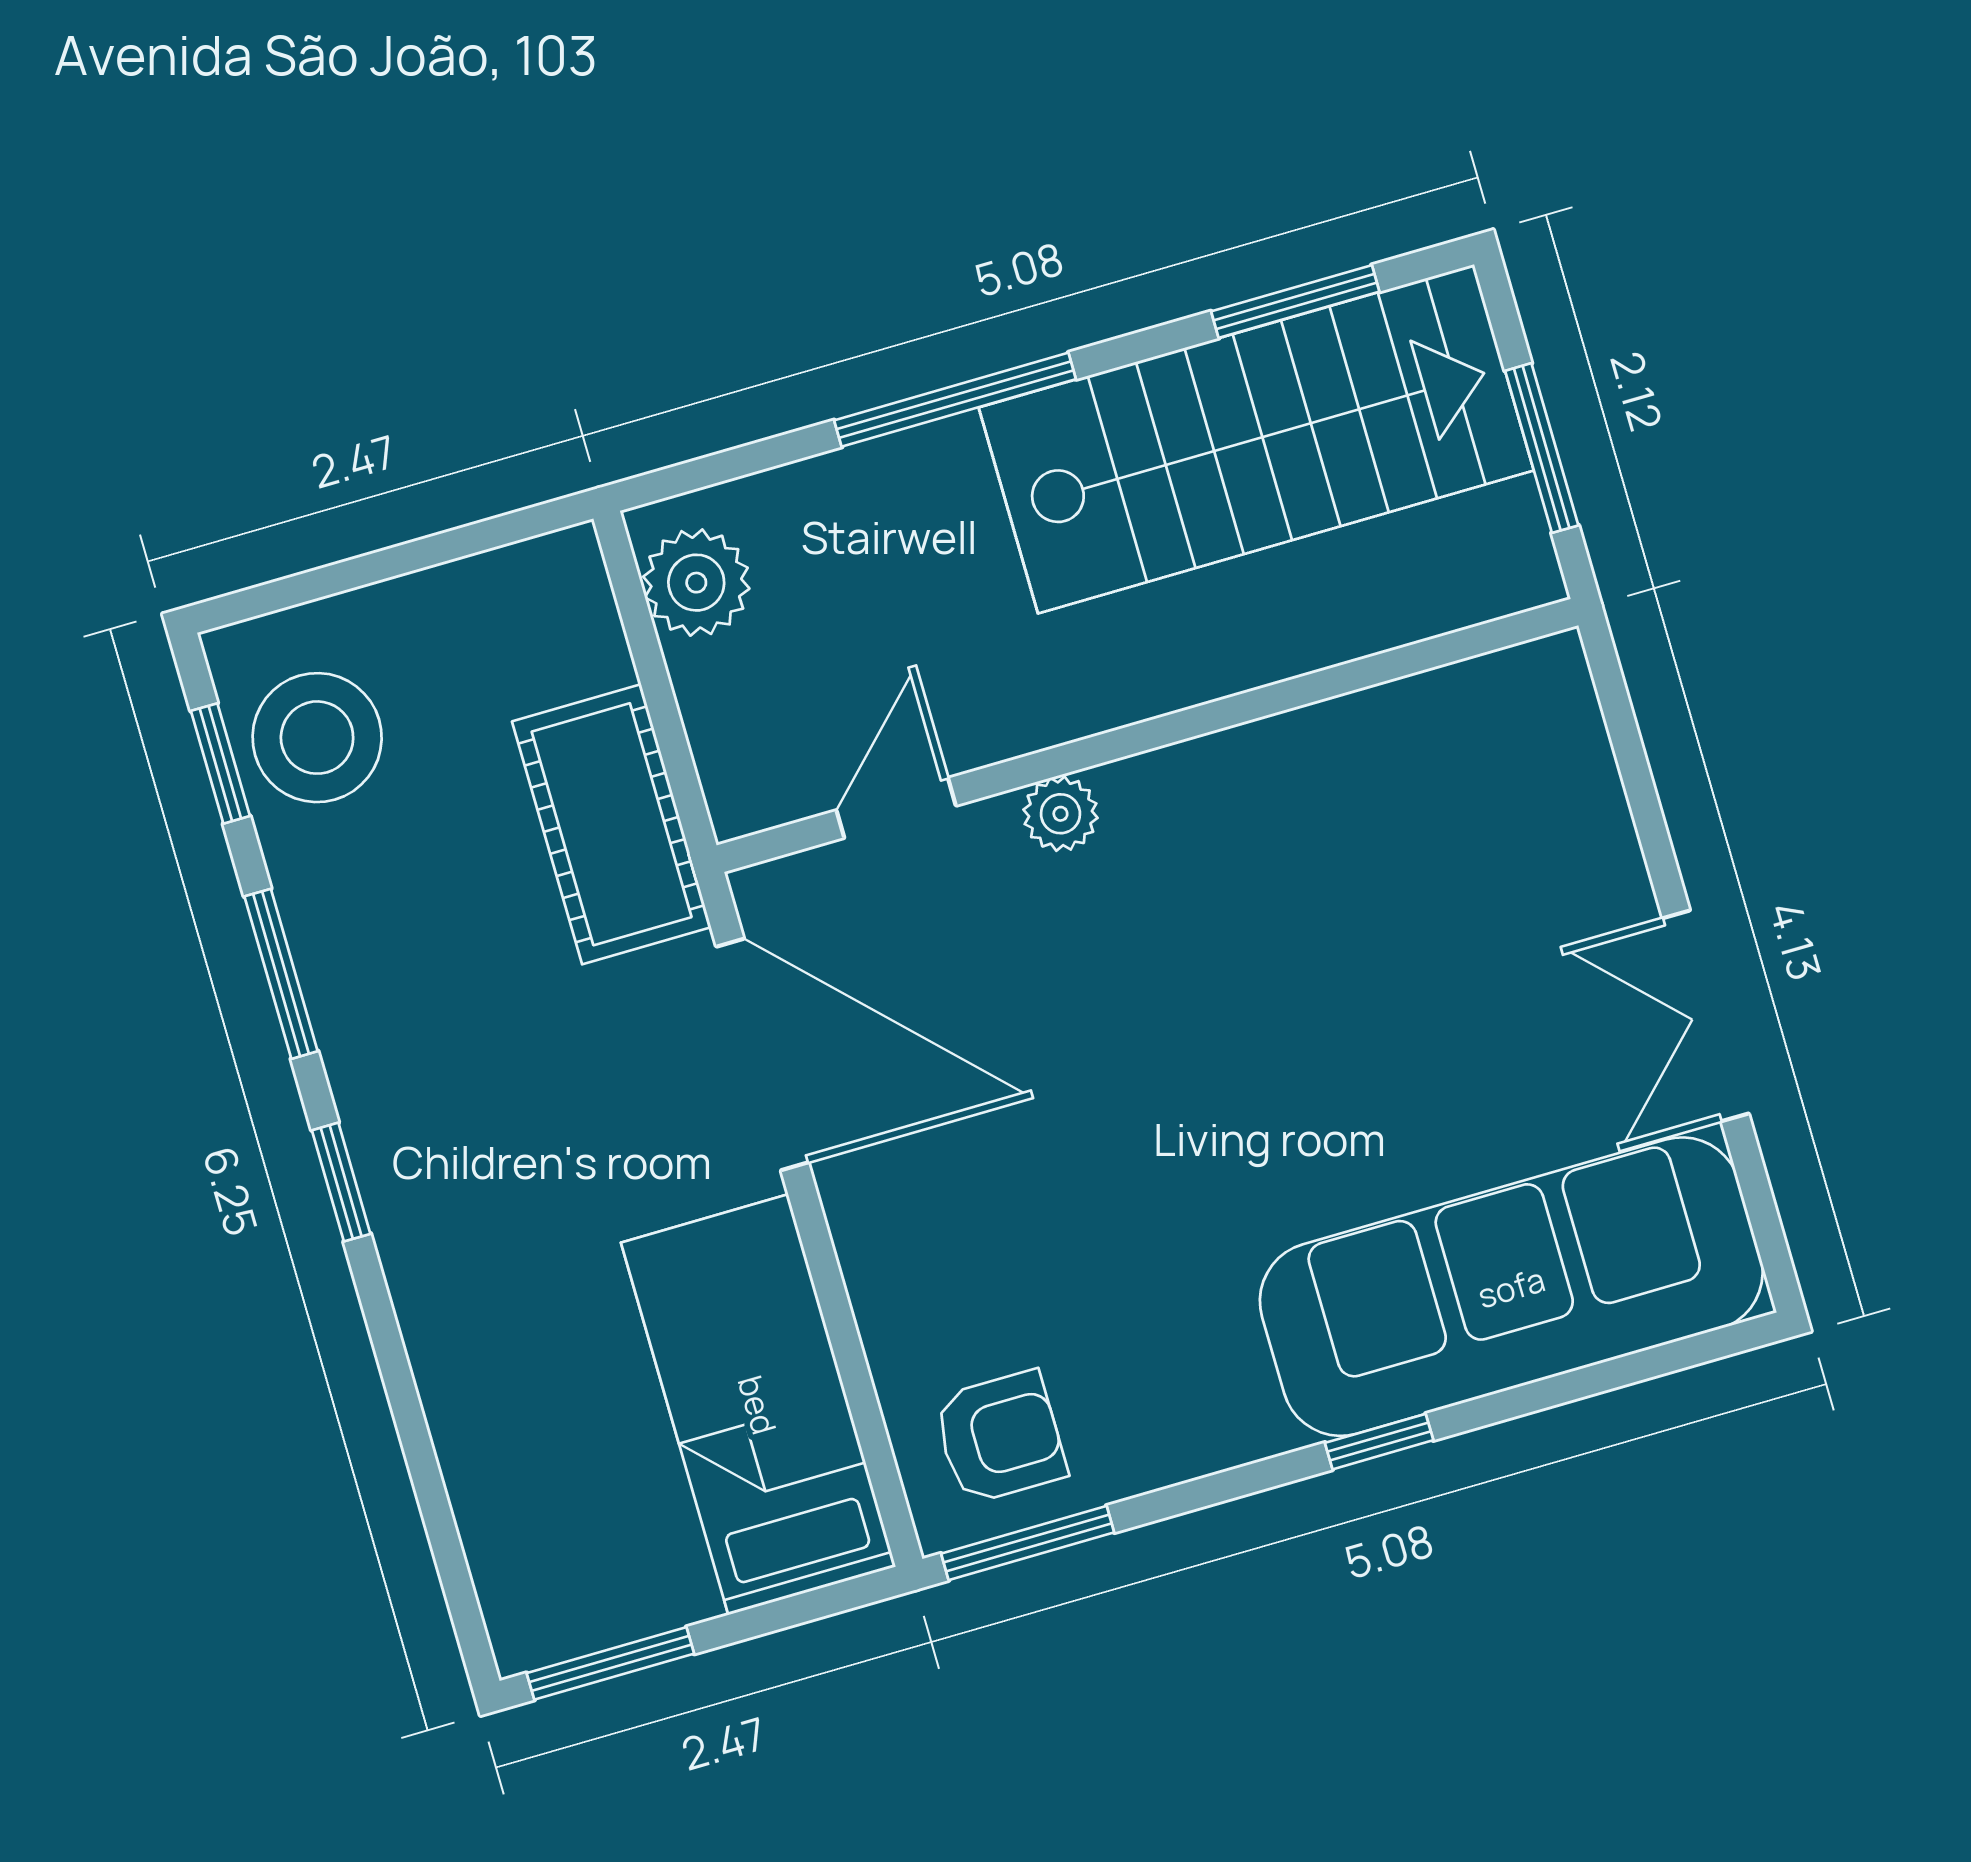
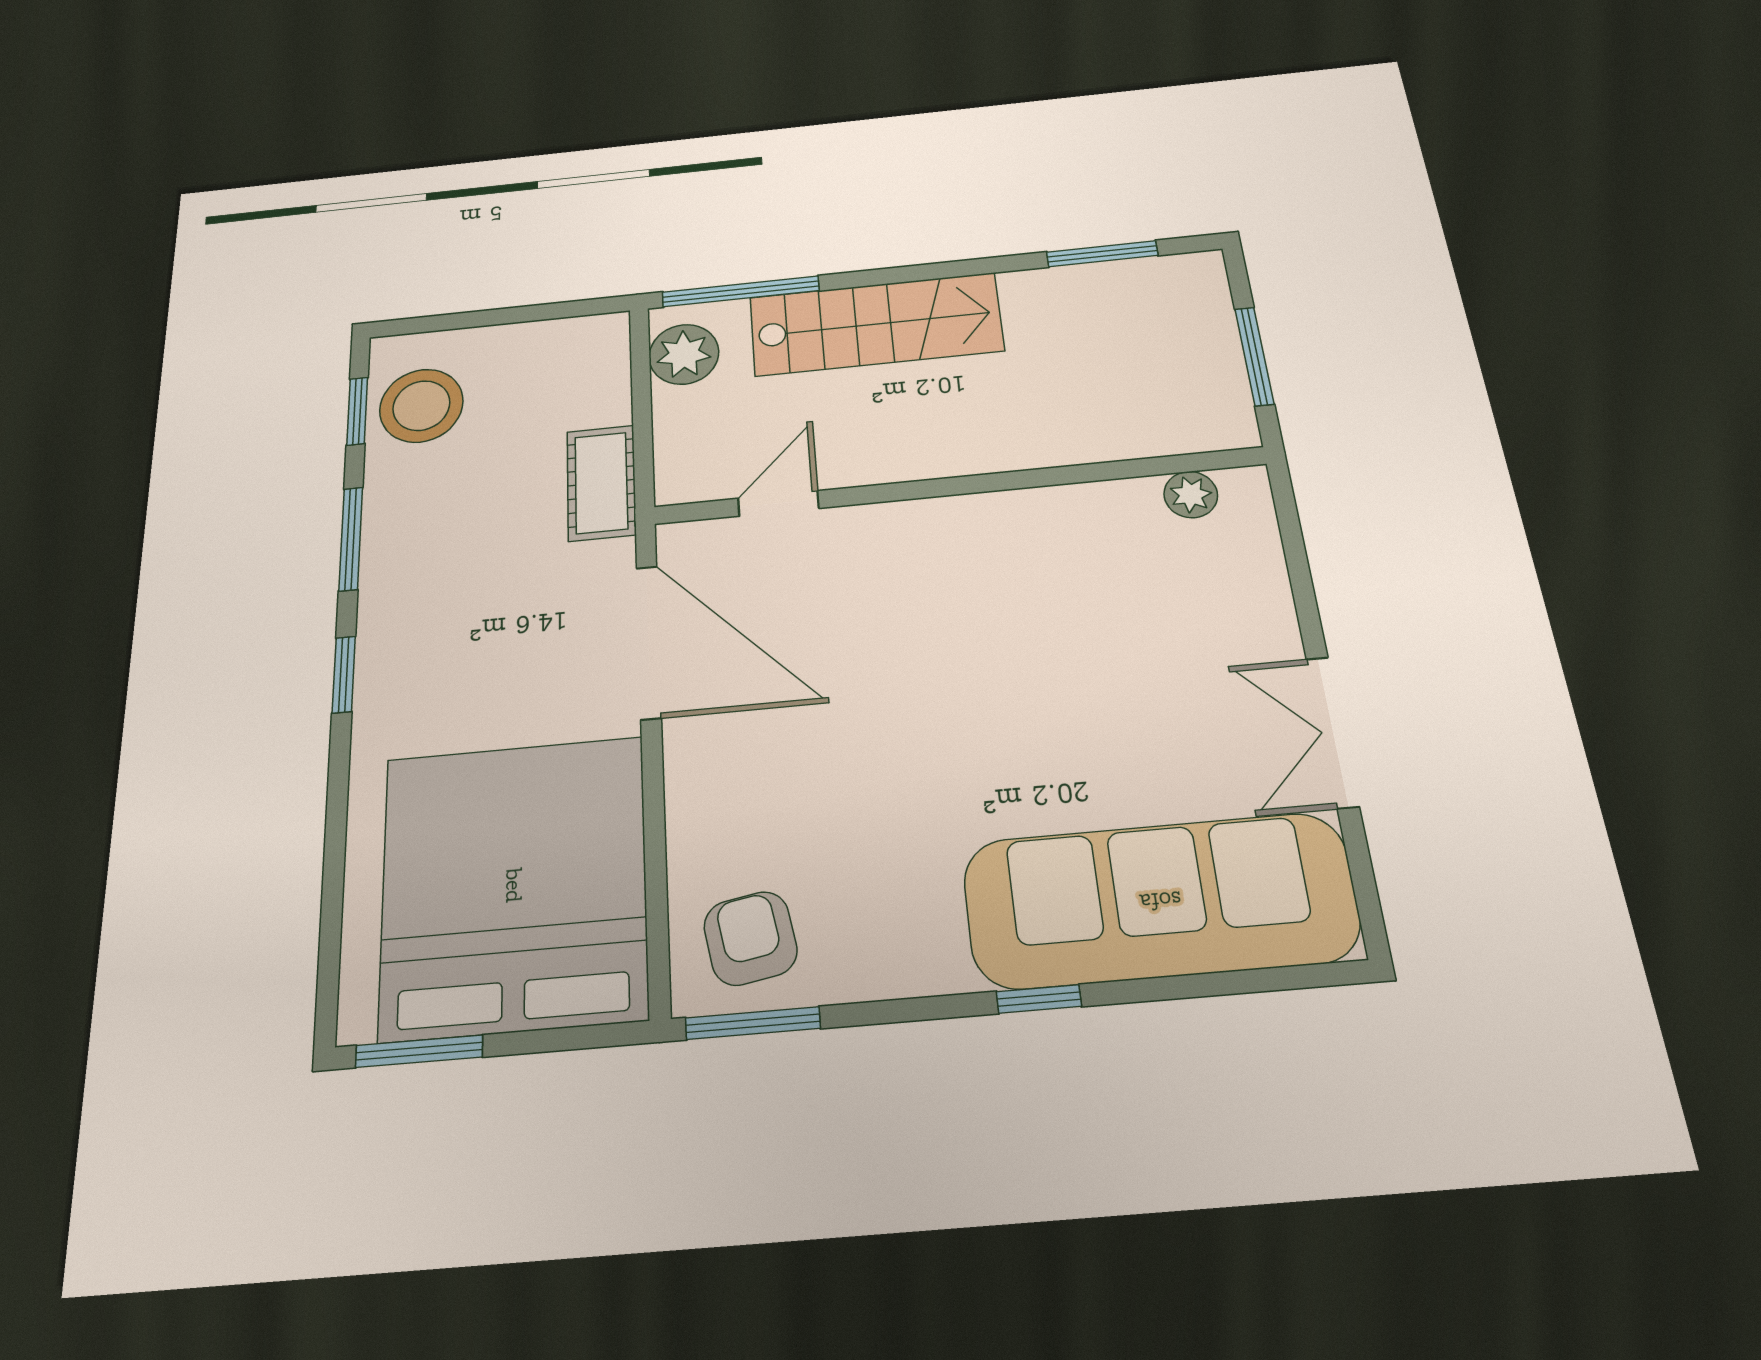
window: (955, 400) -> (741, 291), moved
stairs: (1256, 439) -> (876, 324), moved, width x0.73, depth x0.66
plant: (1060, 814) -> (1191, 495), moved
cot: (612, 824) -> (601, 483), width x0.73, depth x0.75
bed: (758, 1405) -> (514, 885), width x2.04
armchair: (1000, 1437) -> (750, 938), turned -100

